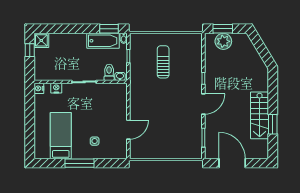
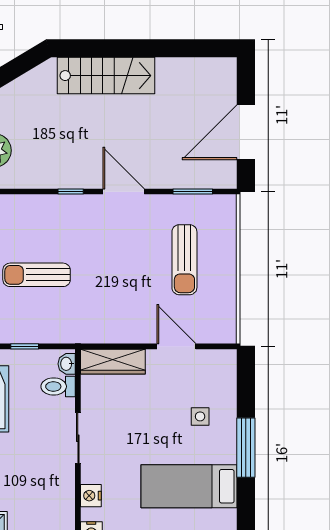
wardrobe: (121, 99) -> (113, 362), added
stairs: (260, 115) -> (106, 76), moved
window: (273, 124) -> (166, 48), removed
sun lounger: (170, 133) -> (184, 260), added

